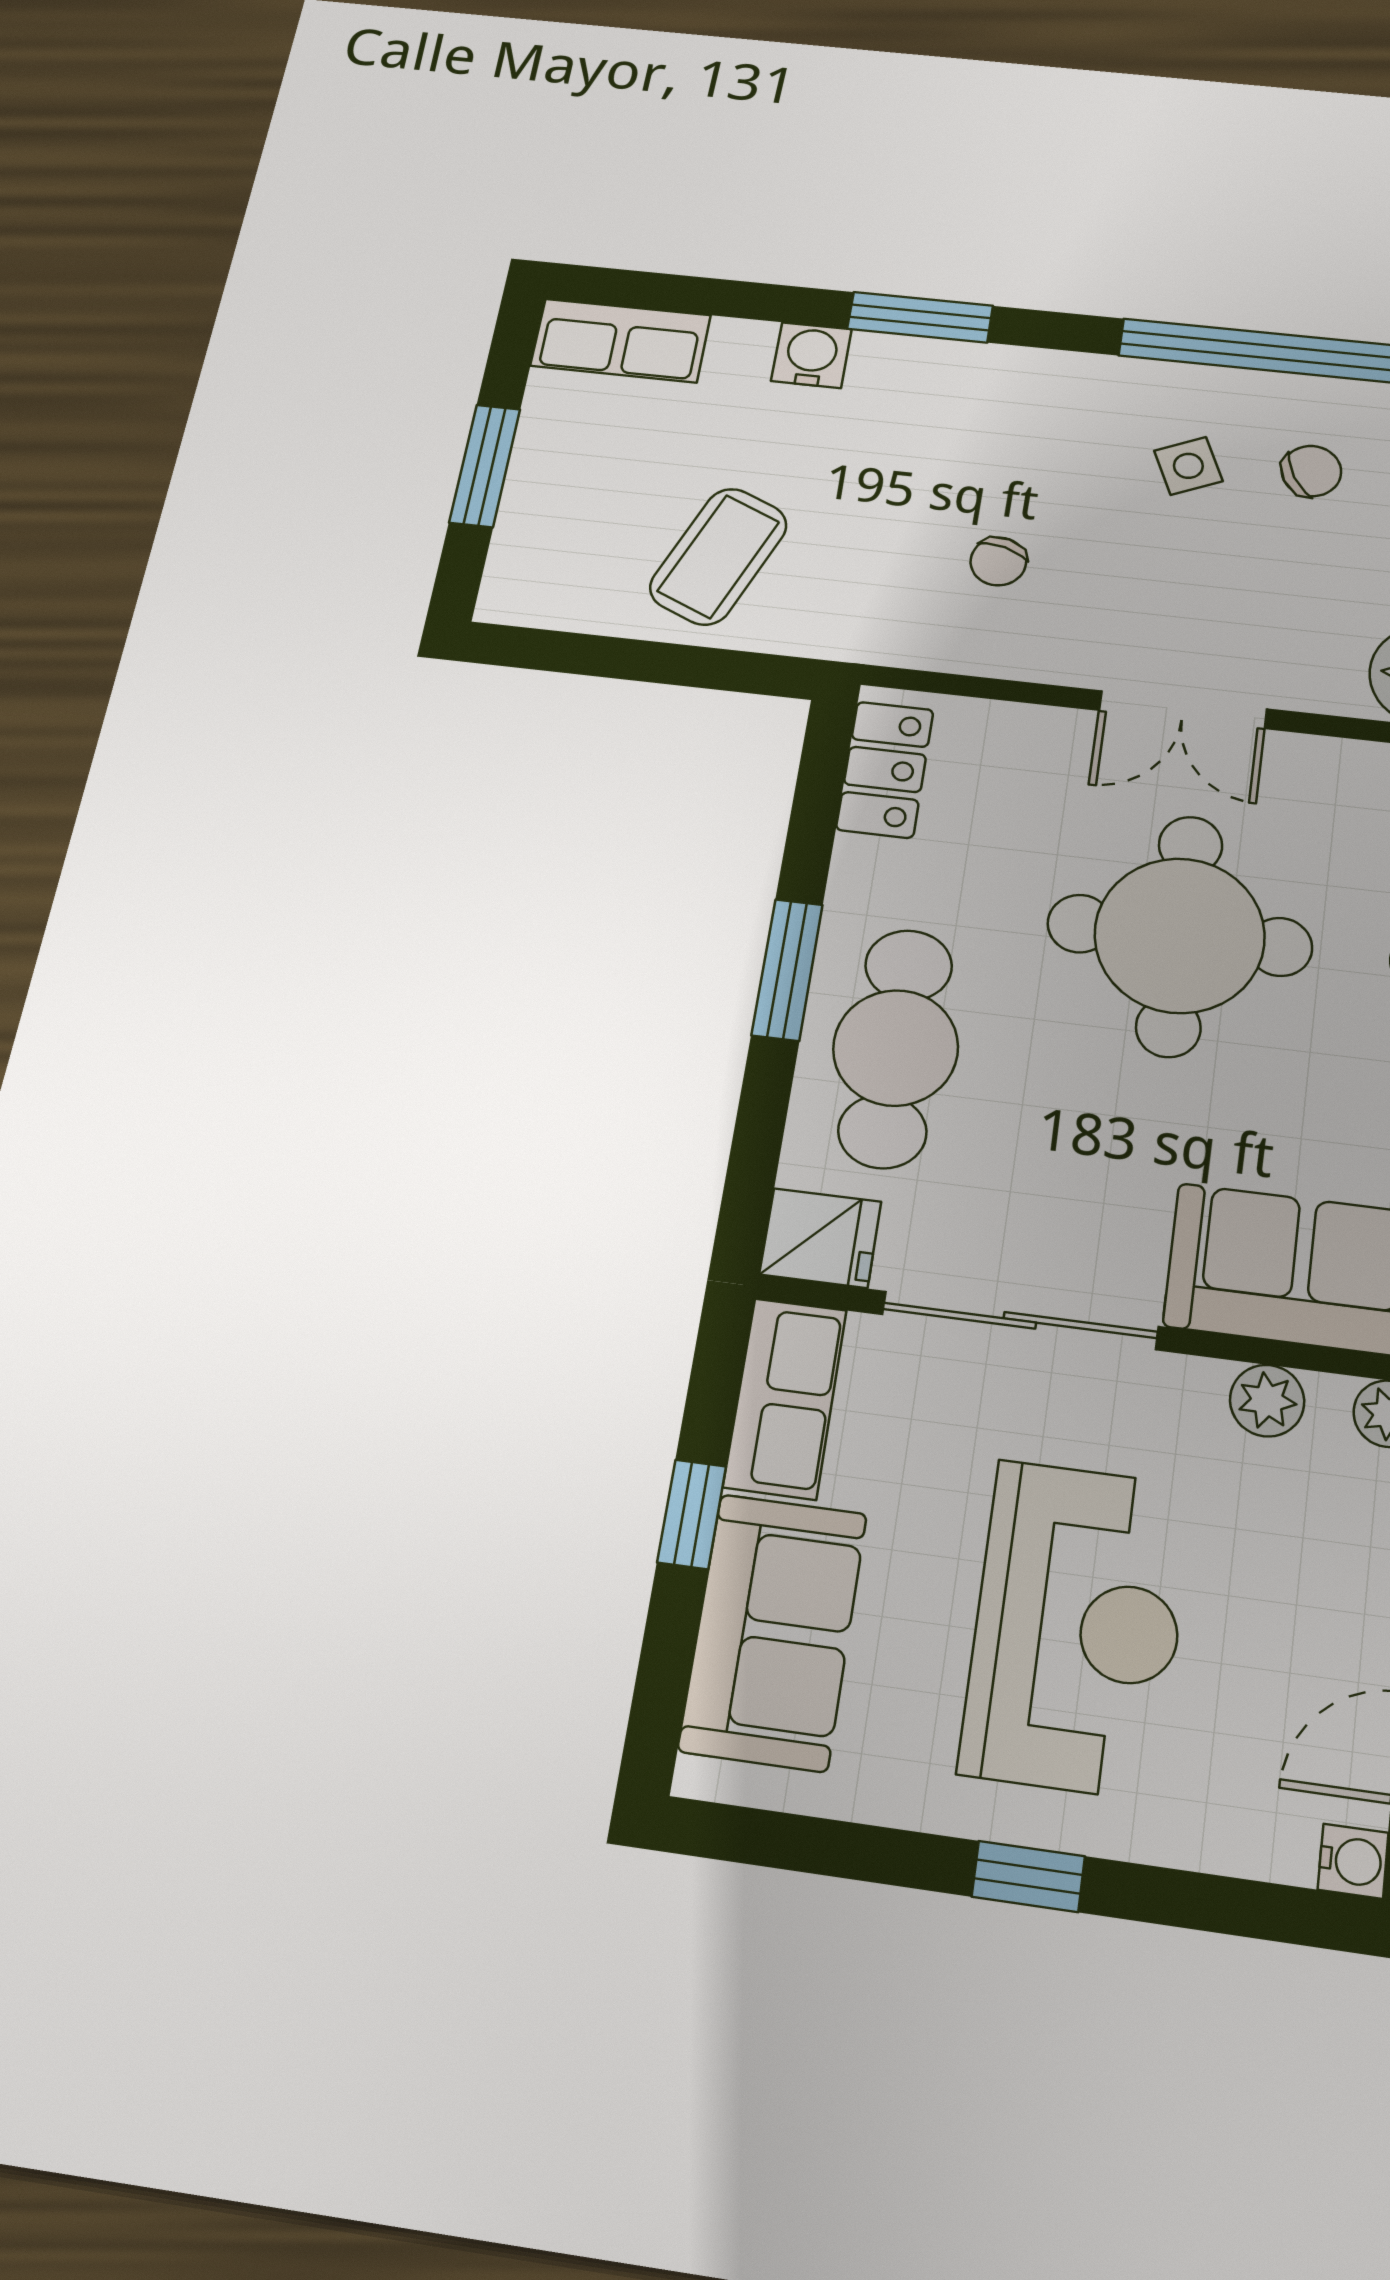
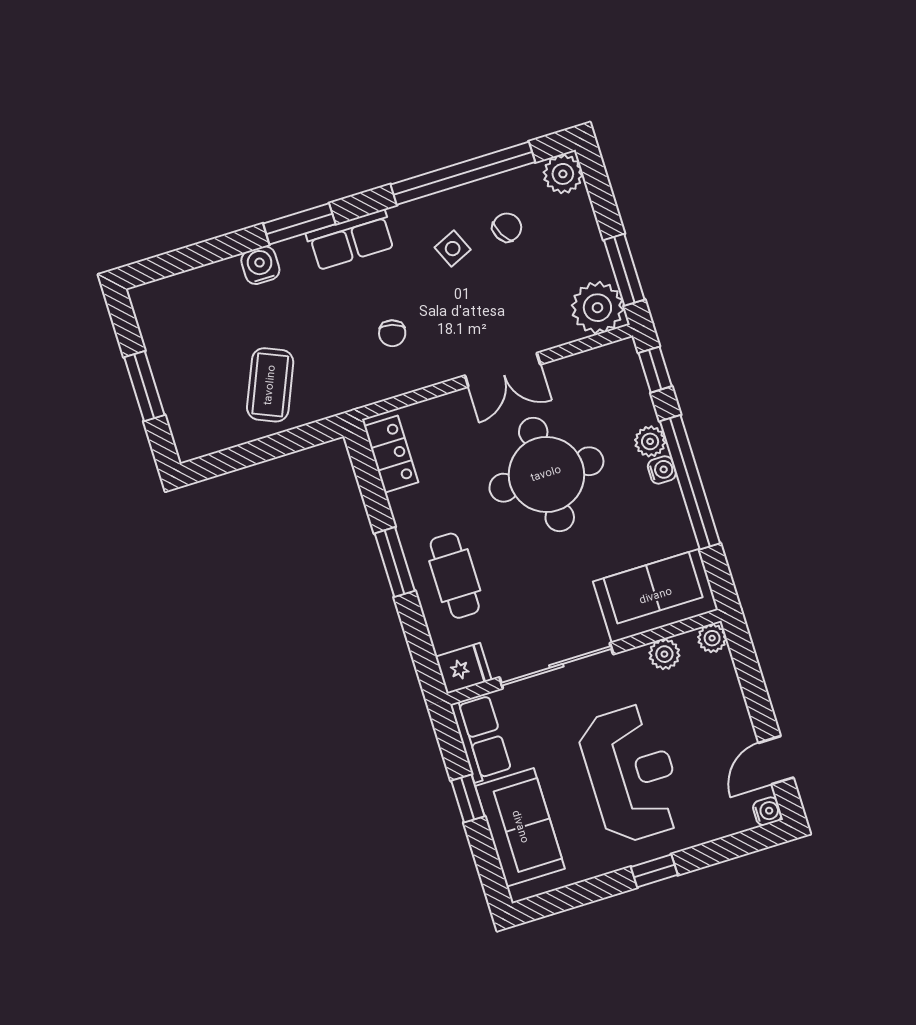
row of seats: (621, 340) -> (351, 240), moved
cafe table: (896, 1048) -> (455, 576), width x0.73, depth x0.74

